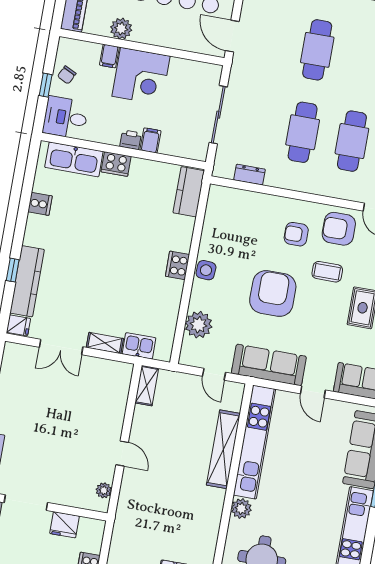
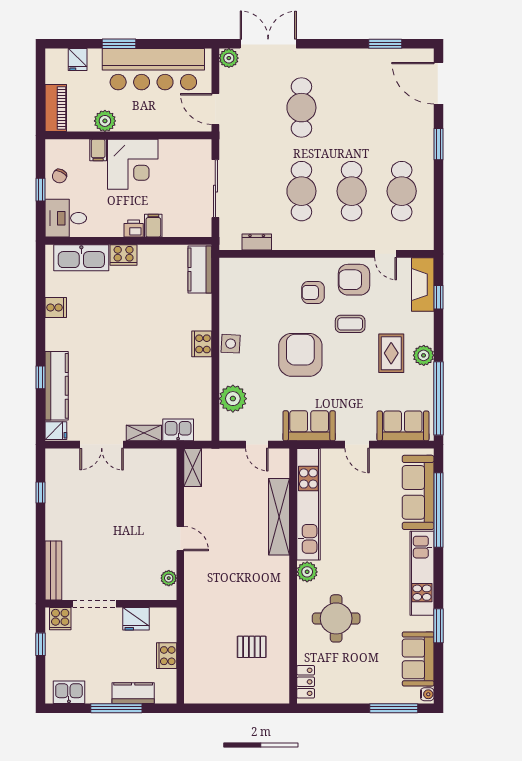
sofa: (269, 365) -> (309, 426), width x0.73

